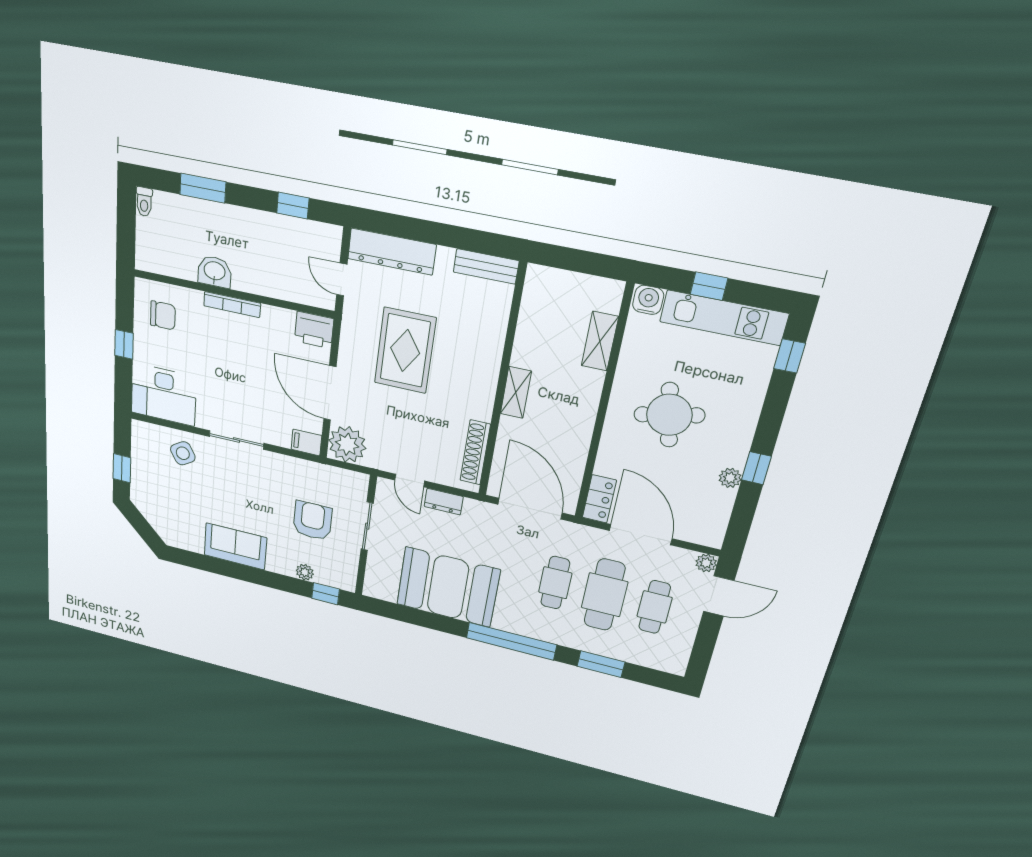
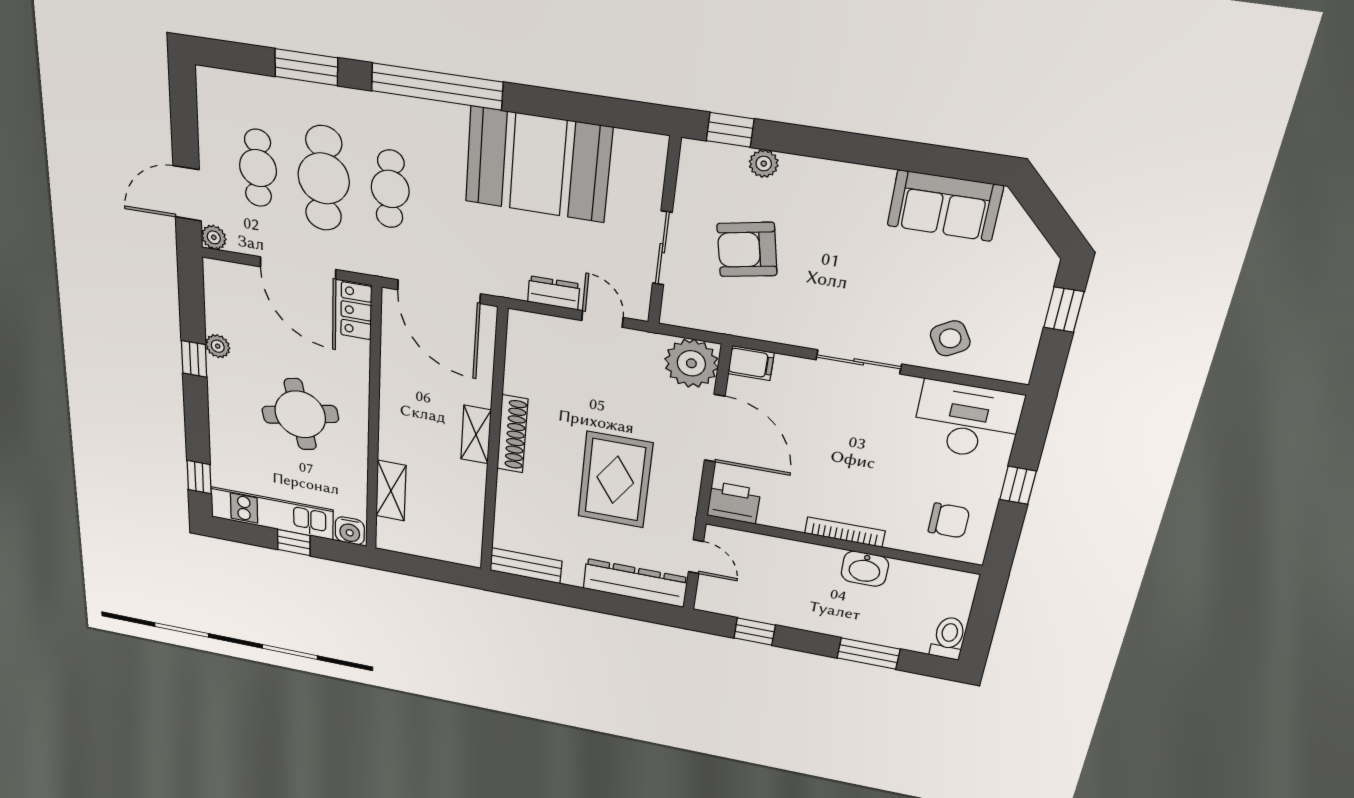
toilet: (144, 202) -> (948, 638), width x1.37, depth x1.39
chair: (163, 315) -> (949, 521), turned 180
shoe rack: (475, 452) -> (512, 434), moved
armchair: (312, 521) -> (747, 250), turned 79
sofa: (235, 546) -> (945, 206), moved

